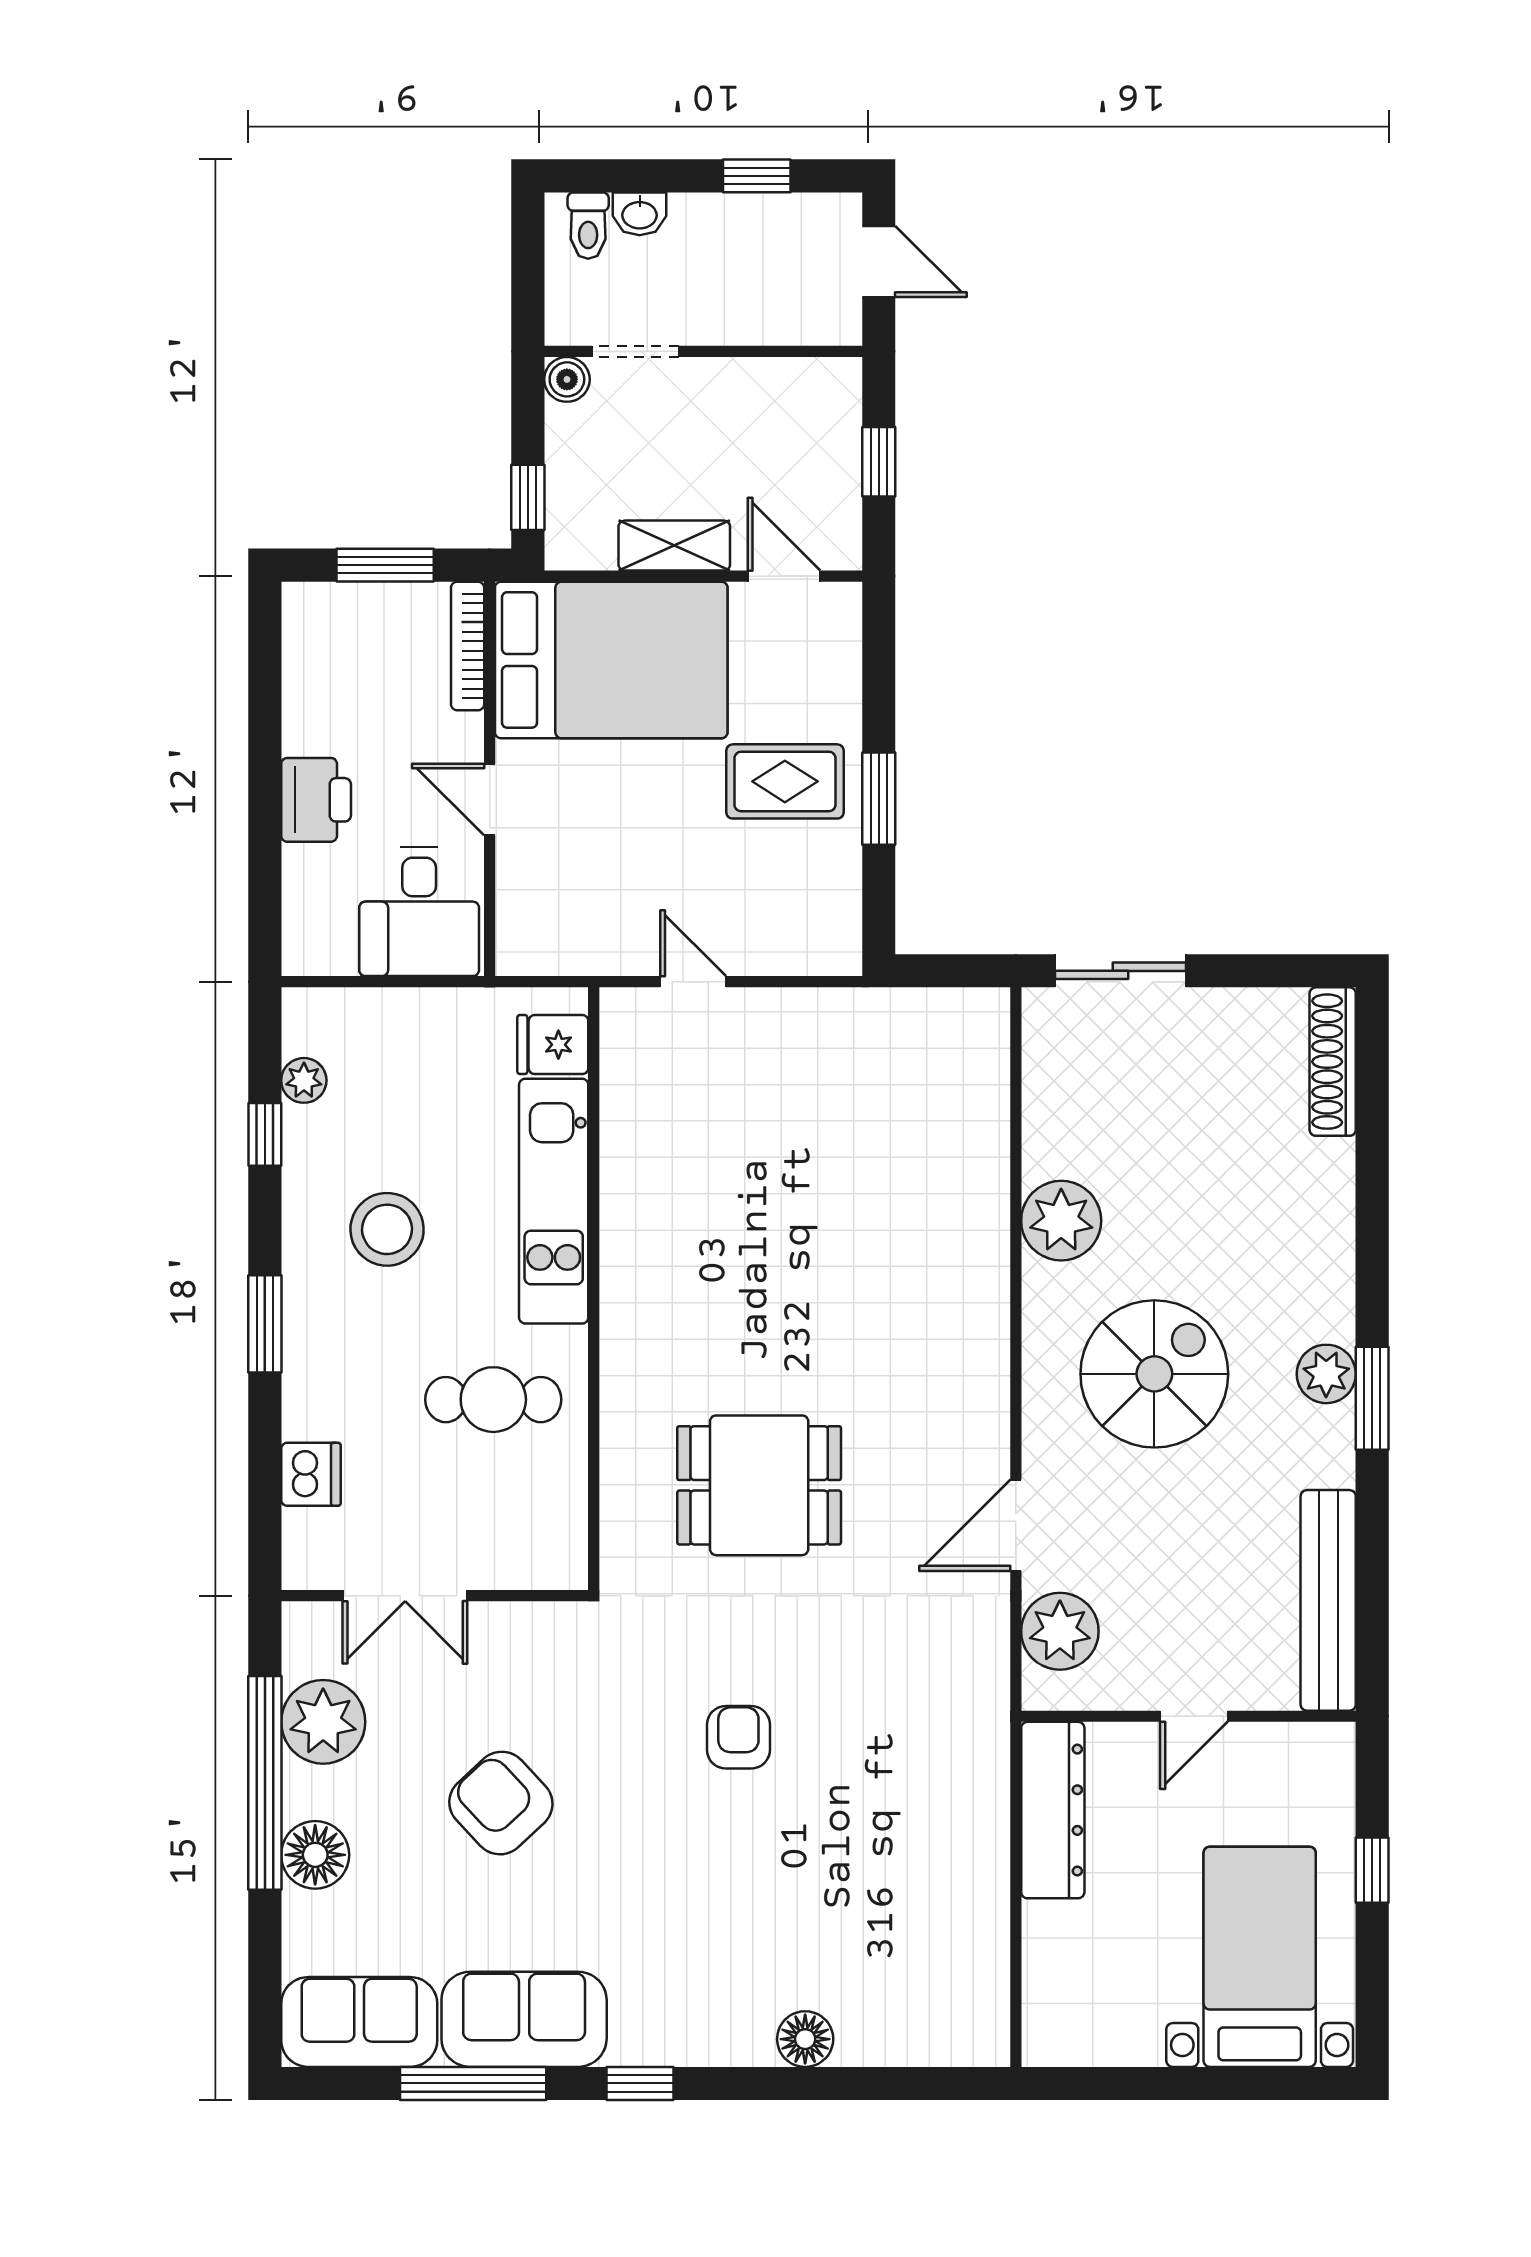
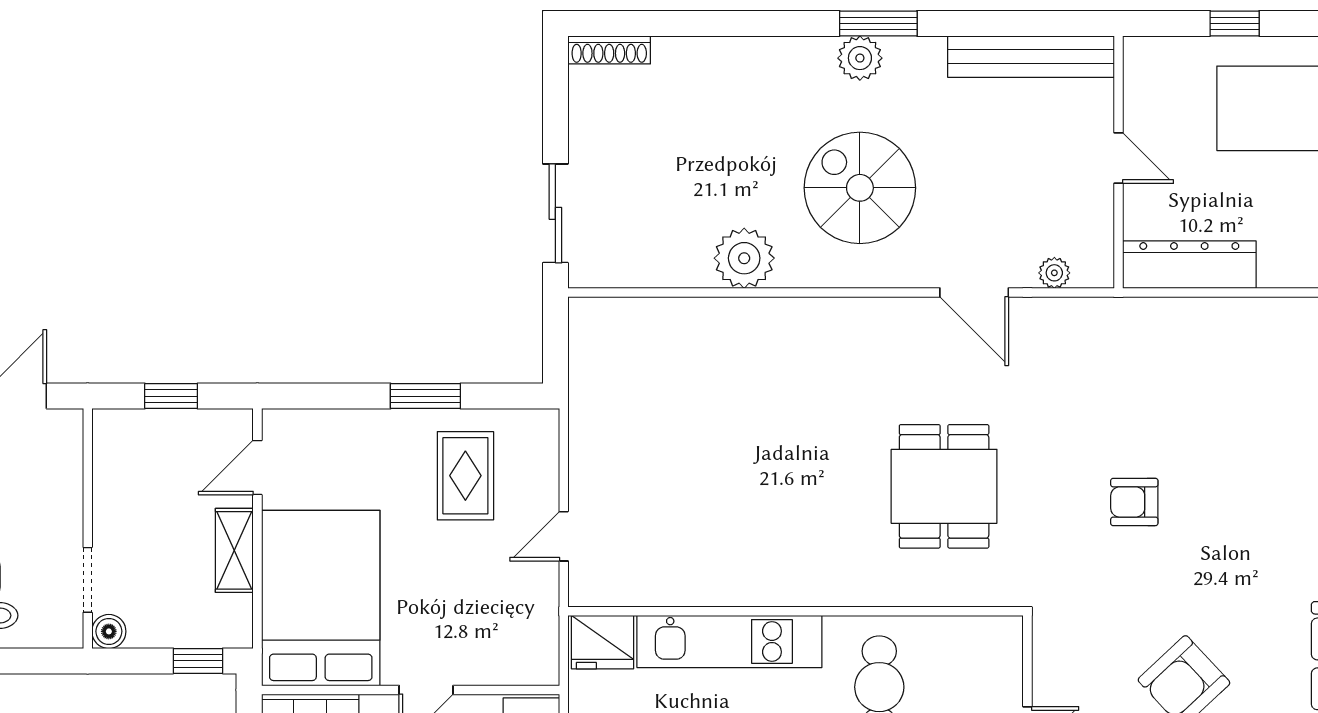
rug: (785, 781) -> (465, 476), moved
fridge: (553, 1045) -> (603, 642), width x1.38
shoe rack: (1333, 1062) -> (609, 50), width x0.74, depth x0.81
plant: (1060, 1631) -> (1054, 273), width x0.53, depth x0.53

